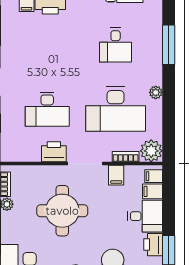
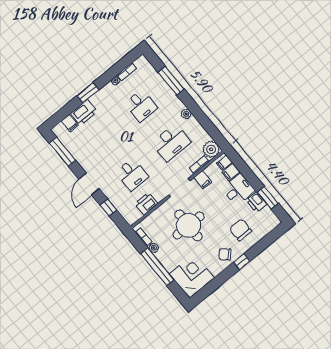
desk: (47, 109) -> (132, 175), width x0.73
desk: (116, 109) -> (171, 142), width x0.73, depth x0.77
printer: (54, 152) -> (146, 204), moved

